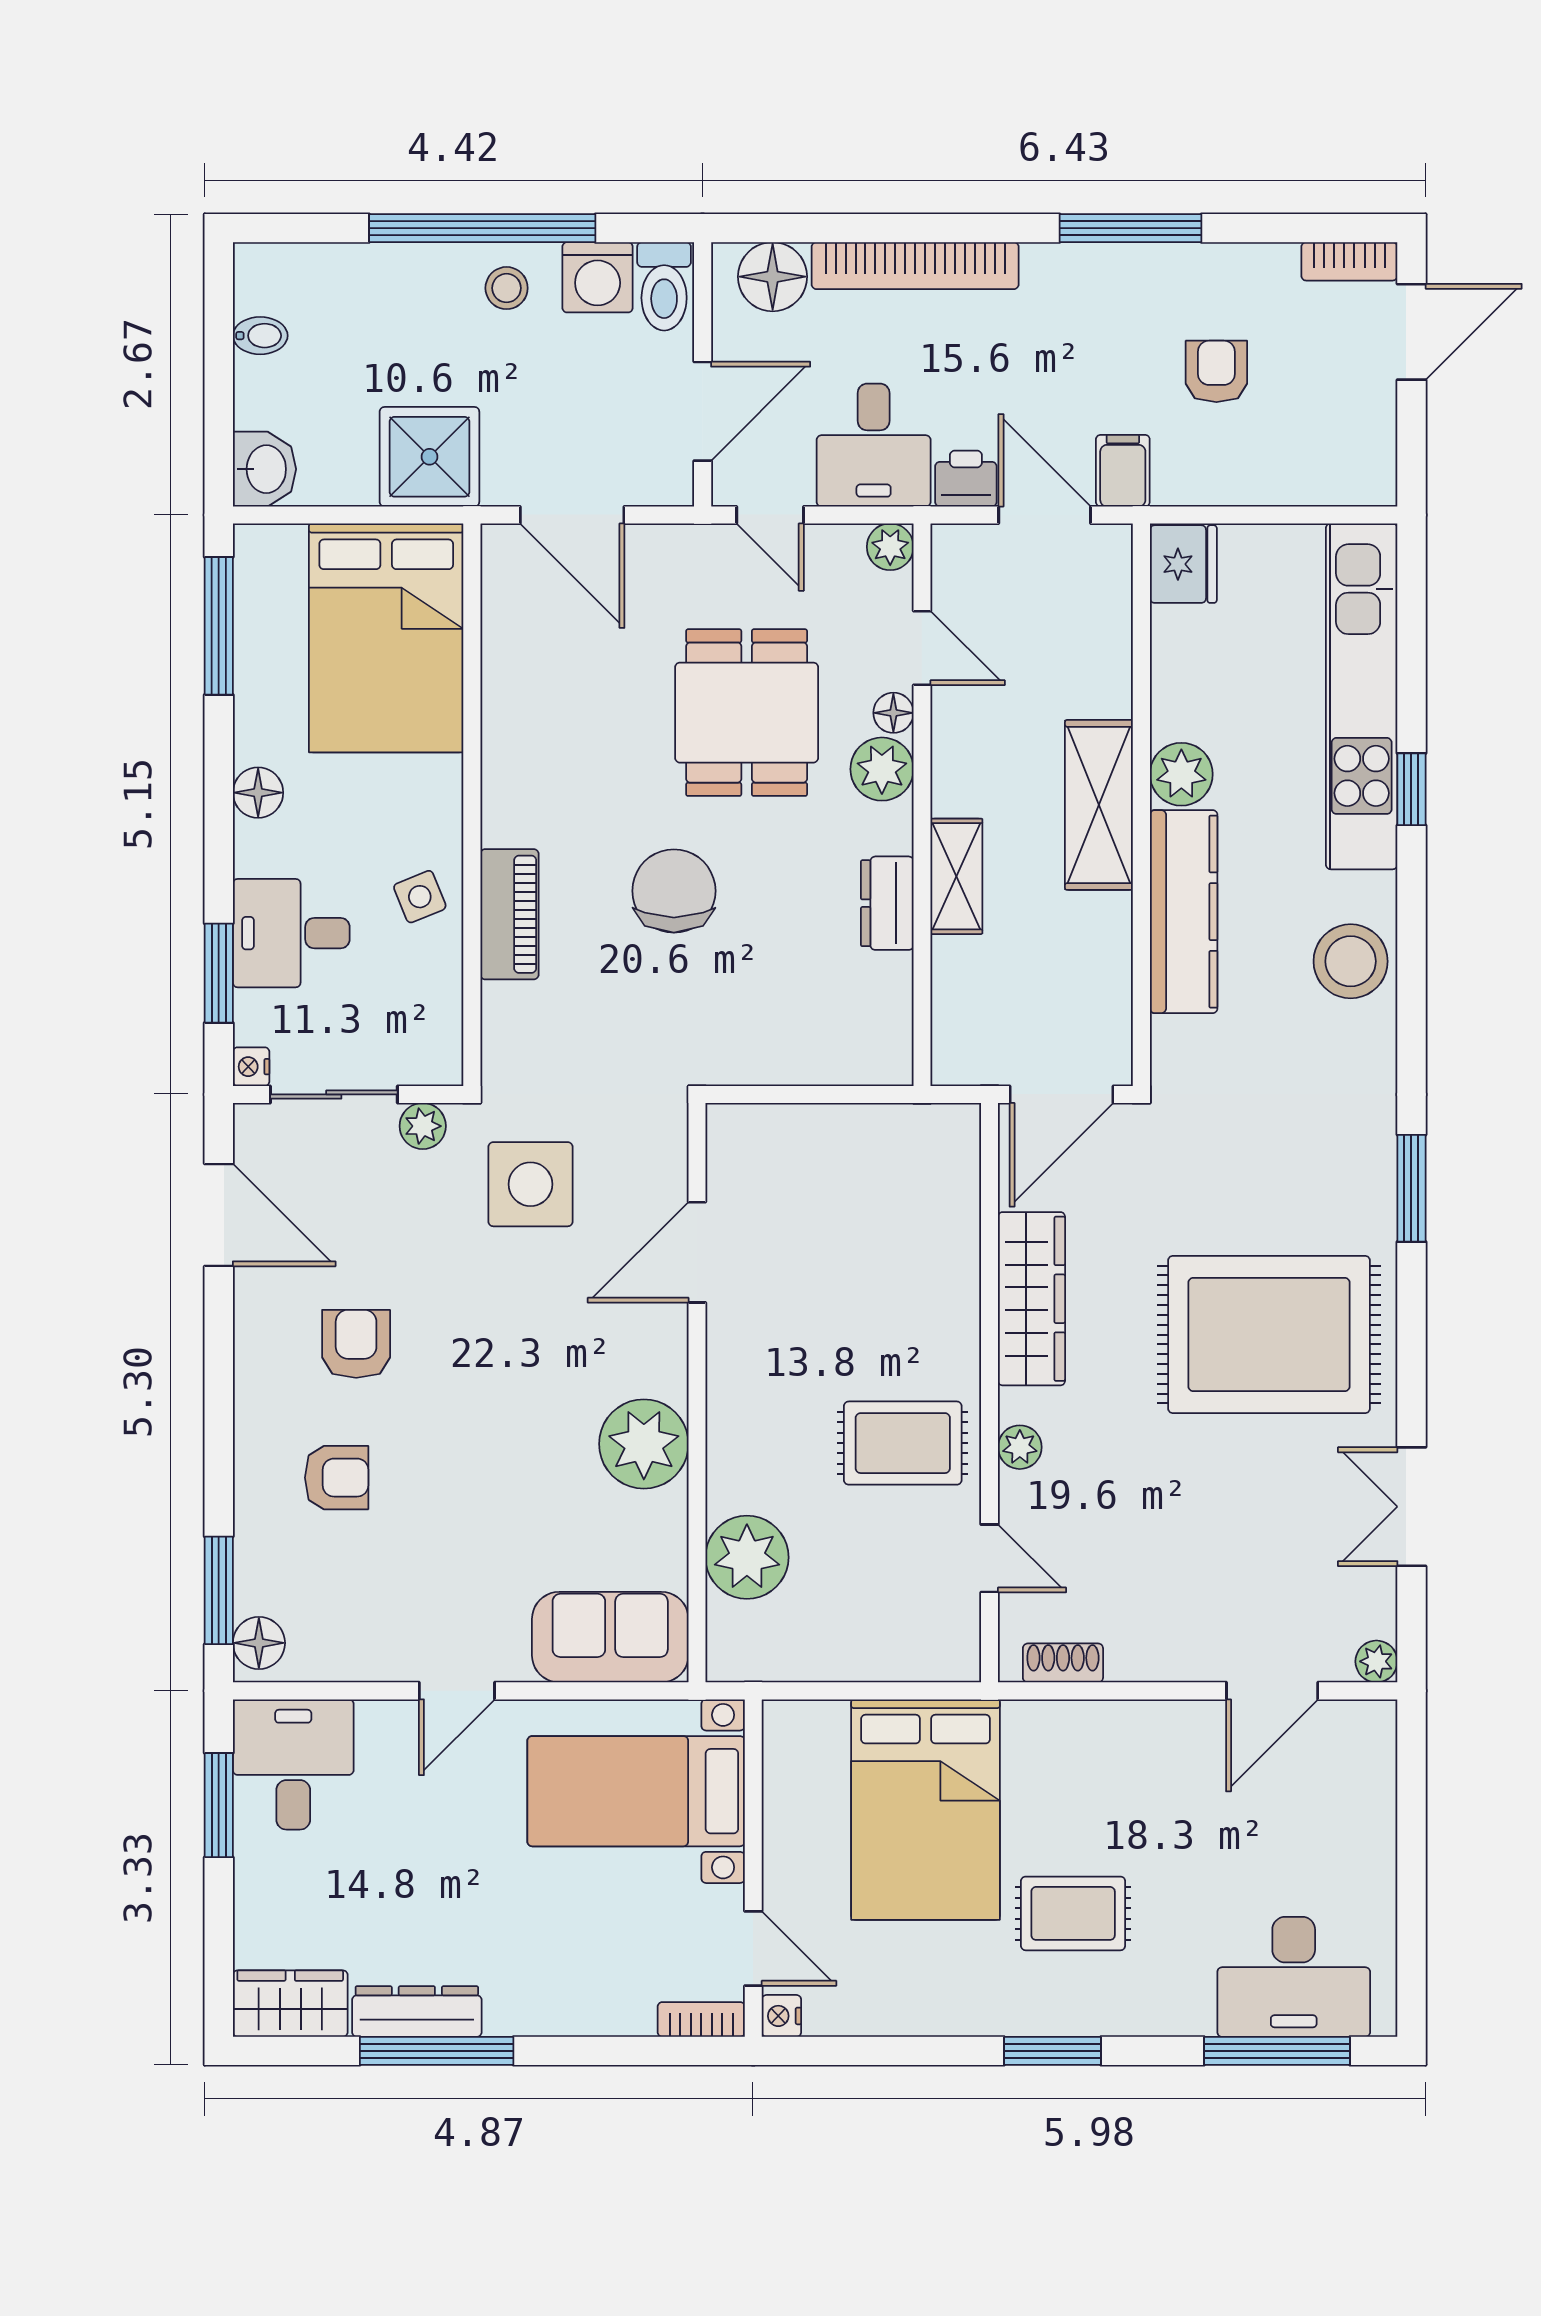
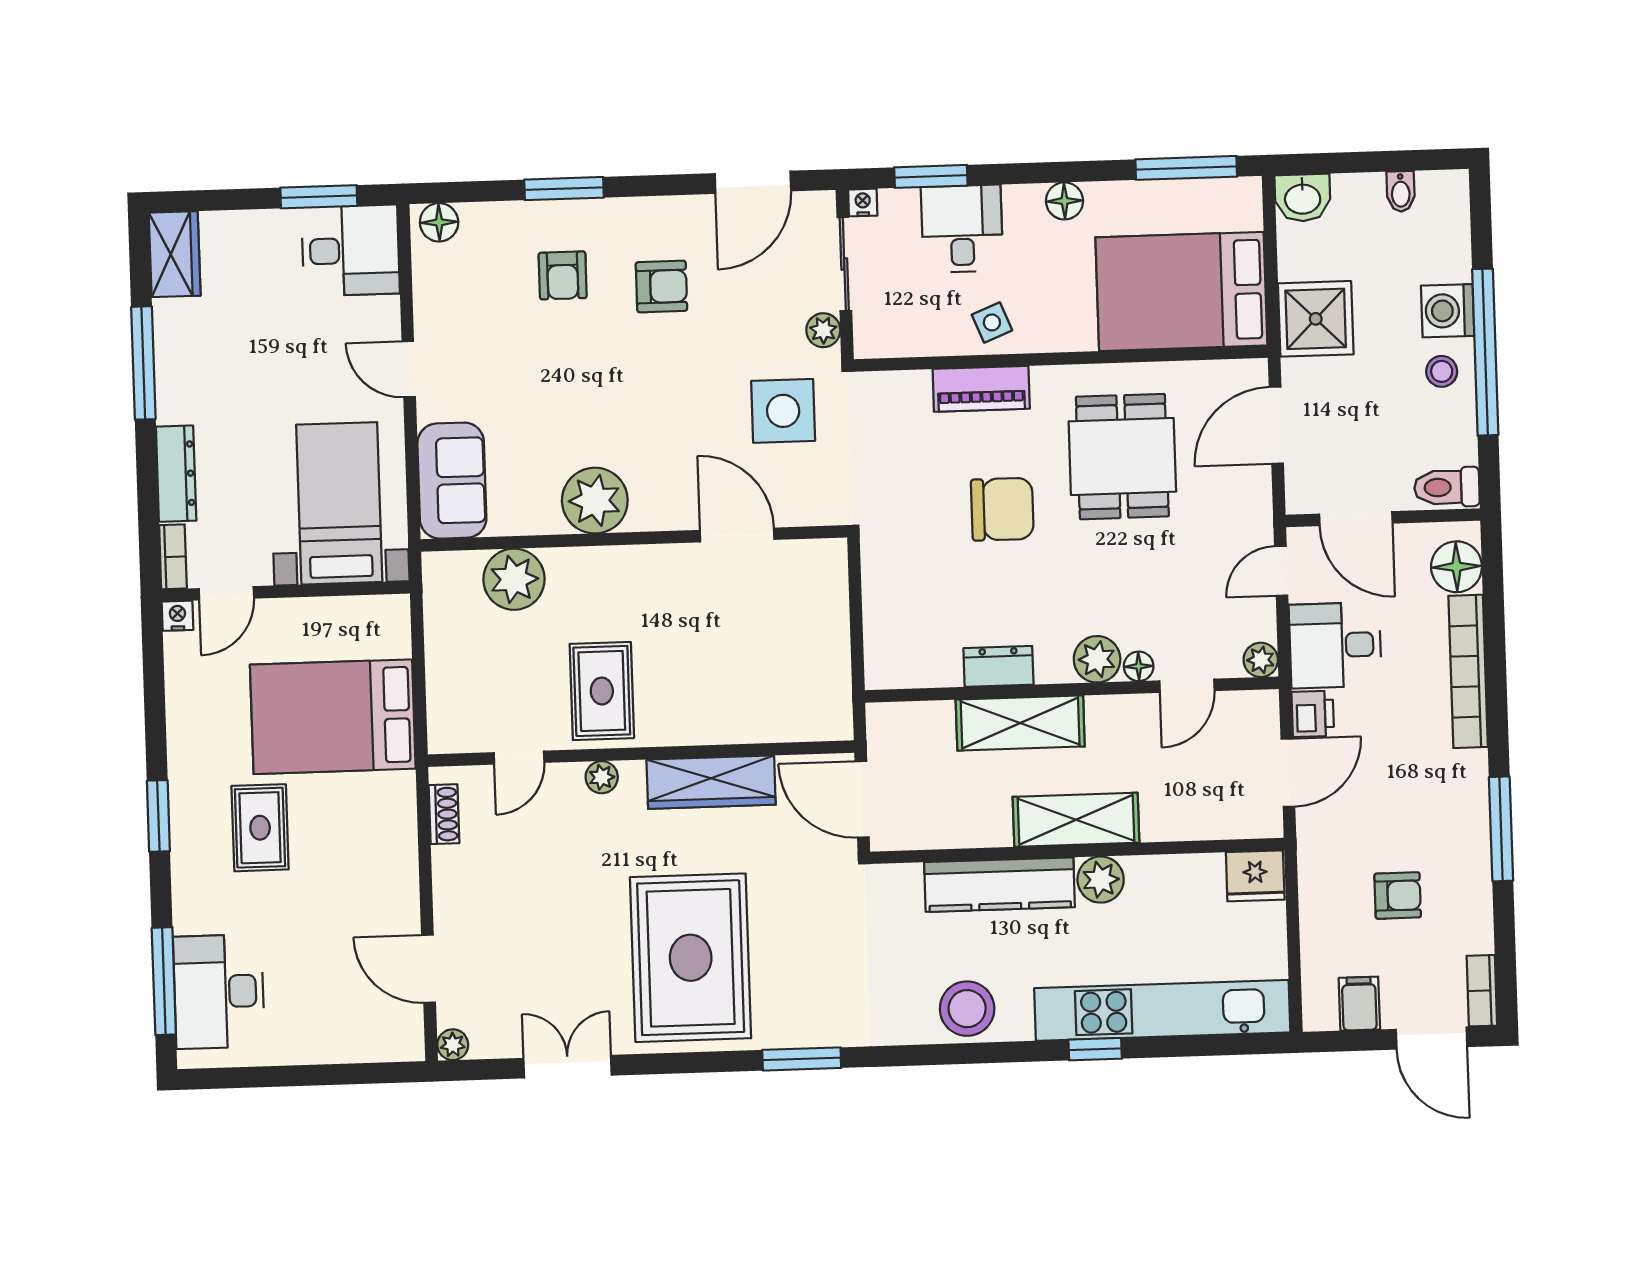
washing machine: (598, 277) -> (1448, 311), moved
filing cabinet: (1123, 471) -> (1359, 1004), moved, turned -90
dining table: (747, 713) -> (1122, 457), moved, turned 90
shelving: (956, 876) -> (1020, 723), width x1.50, depth x1.33
window: (219, 1590) -> (564, 189), moved
dresser: (417, 2012) -> (176, 474), moved

